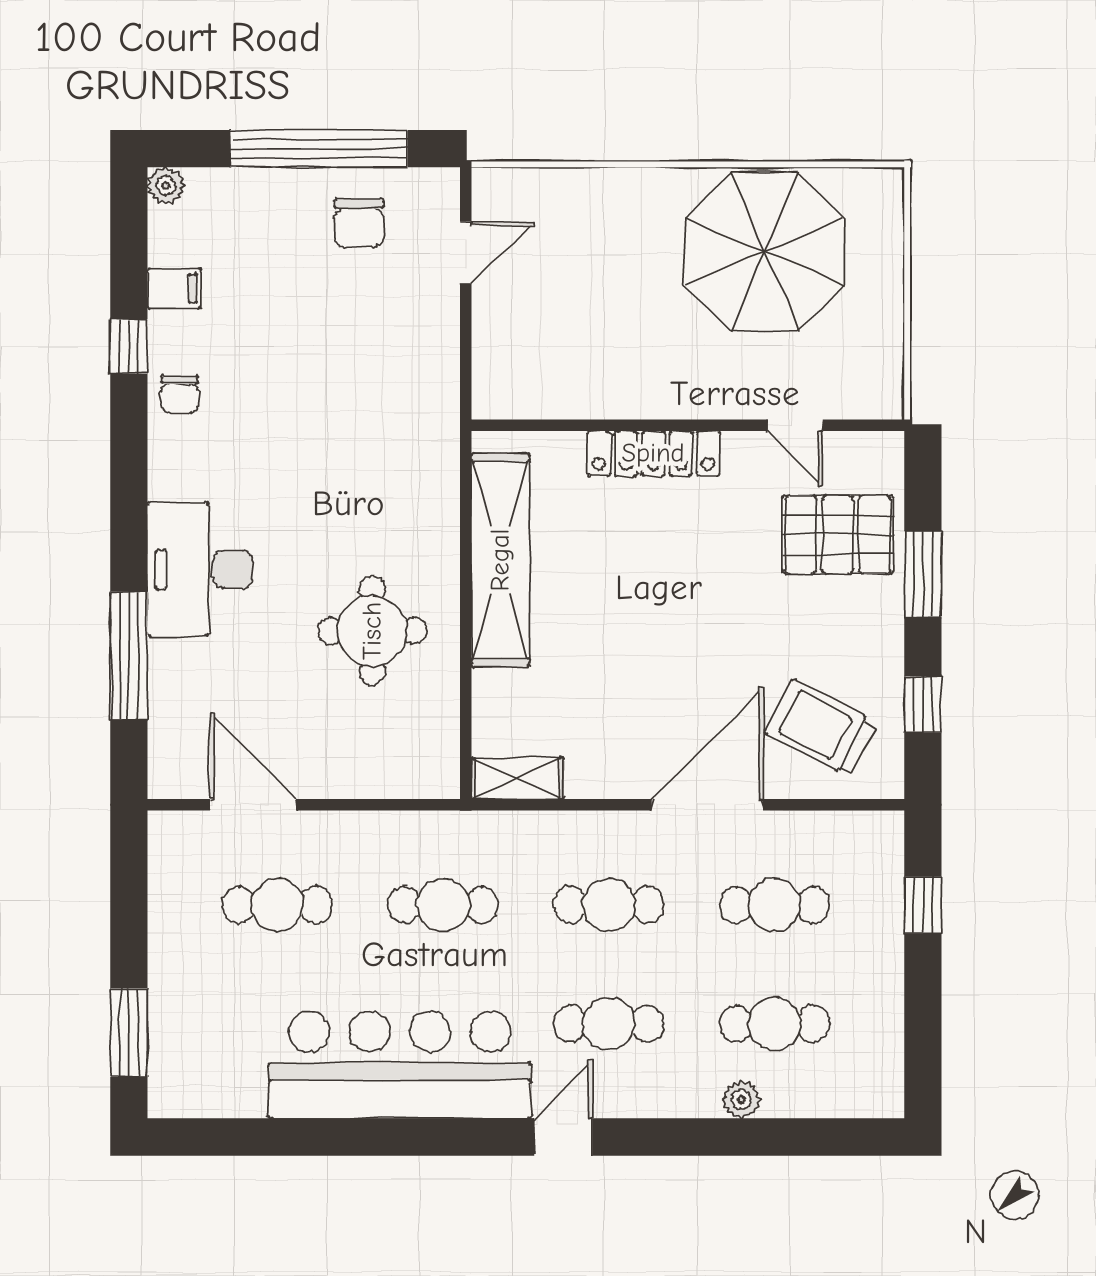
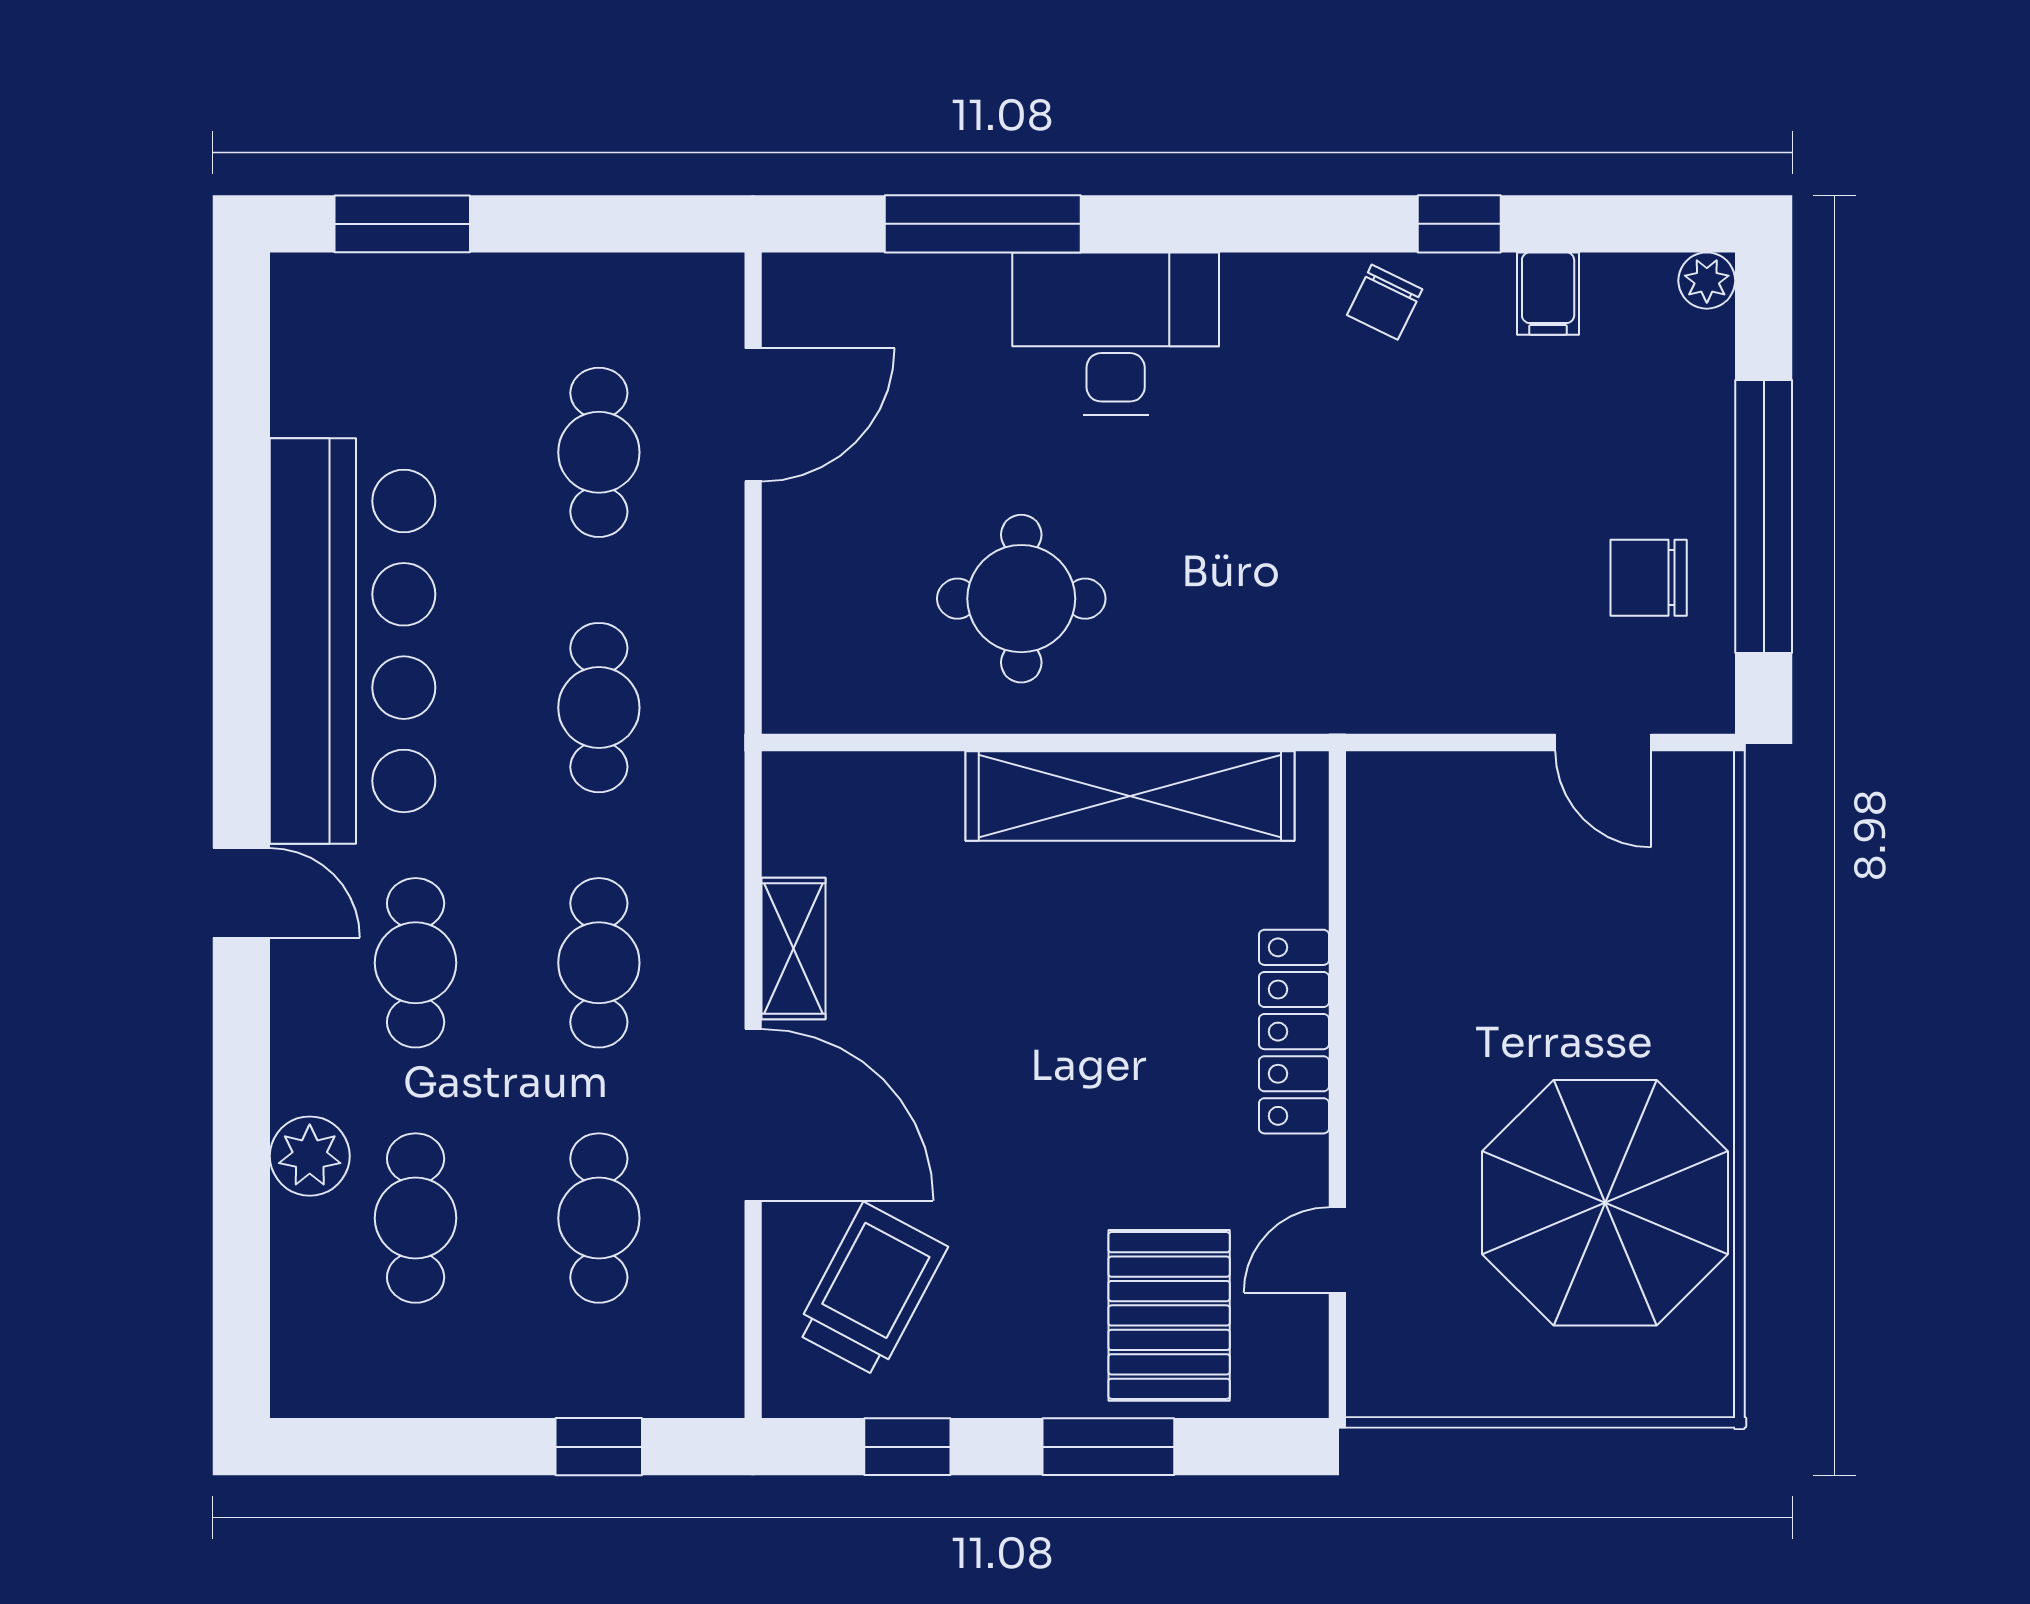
chair: (180, 395) -> (1385, 302), turned -64
shelving: (517, 778) -> (794, 948), moved
plant: (741, 1100) -> (310, 1156), width x1.38, depth x1.38

